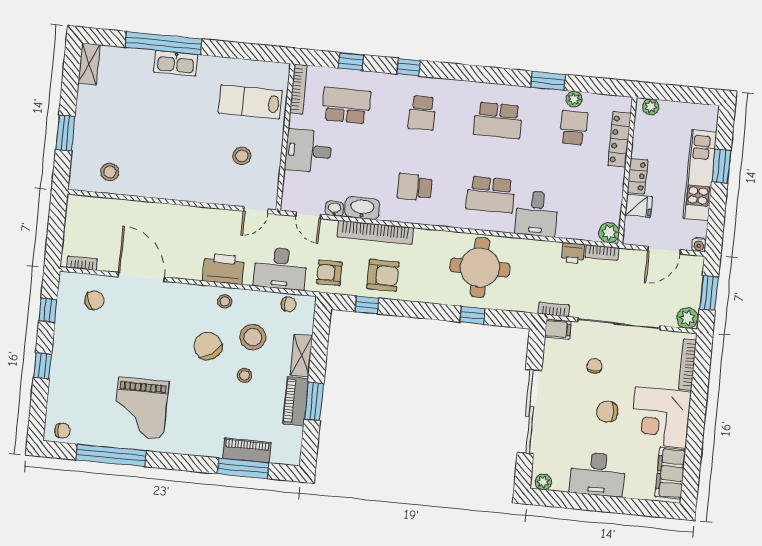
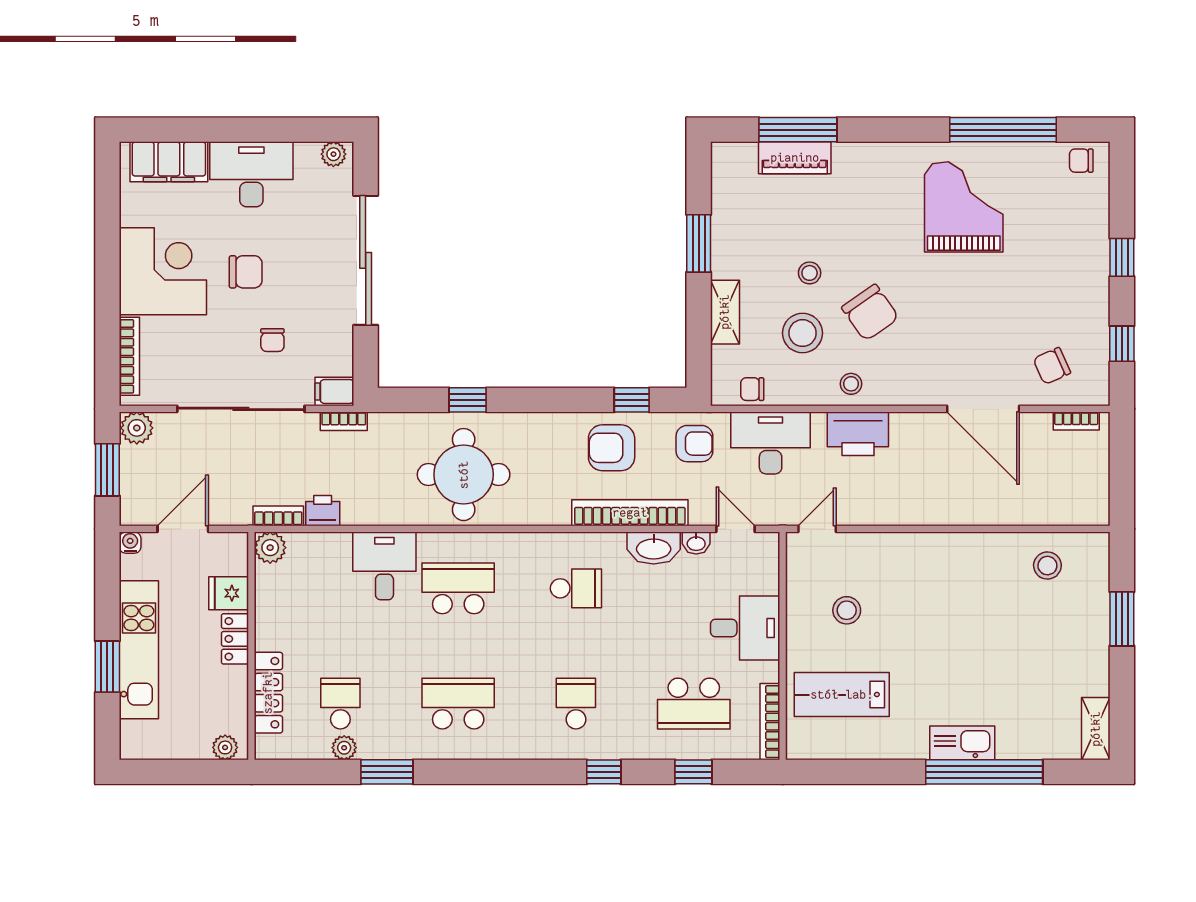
lab bench: (250, 102) -> (842, 695), turned 180
school desk: (574, 128) -> (340, 704), turned 180
piano: (296, 401) -> (727, 241), removed
filing cabinet: (670, 473) -> (169, 162), moved, turned 90

